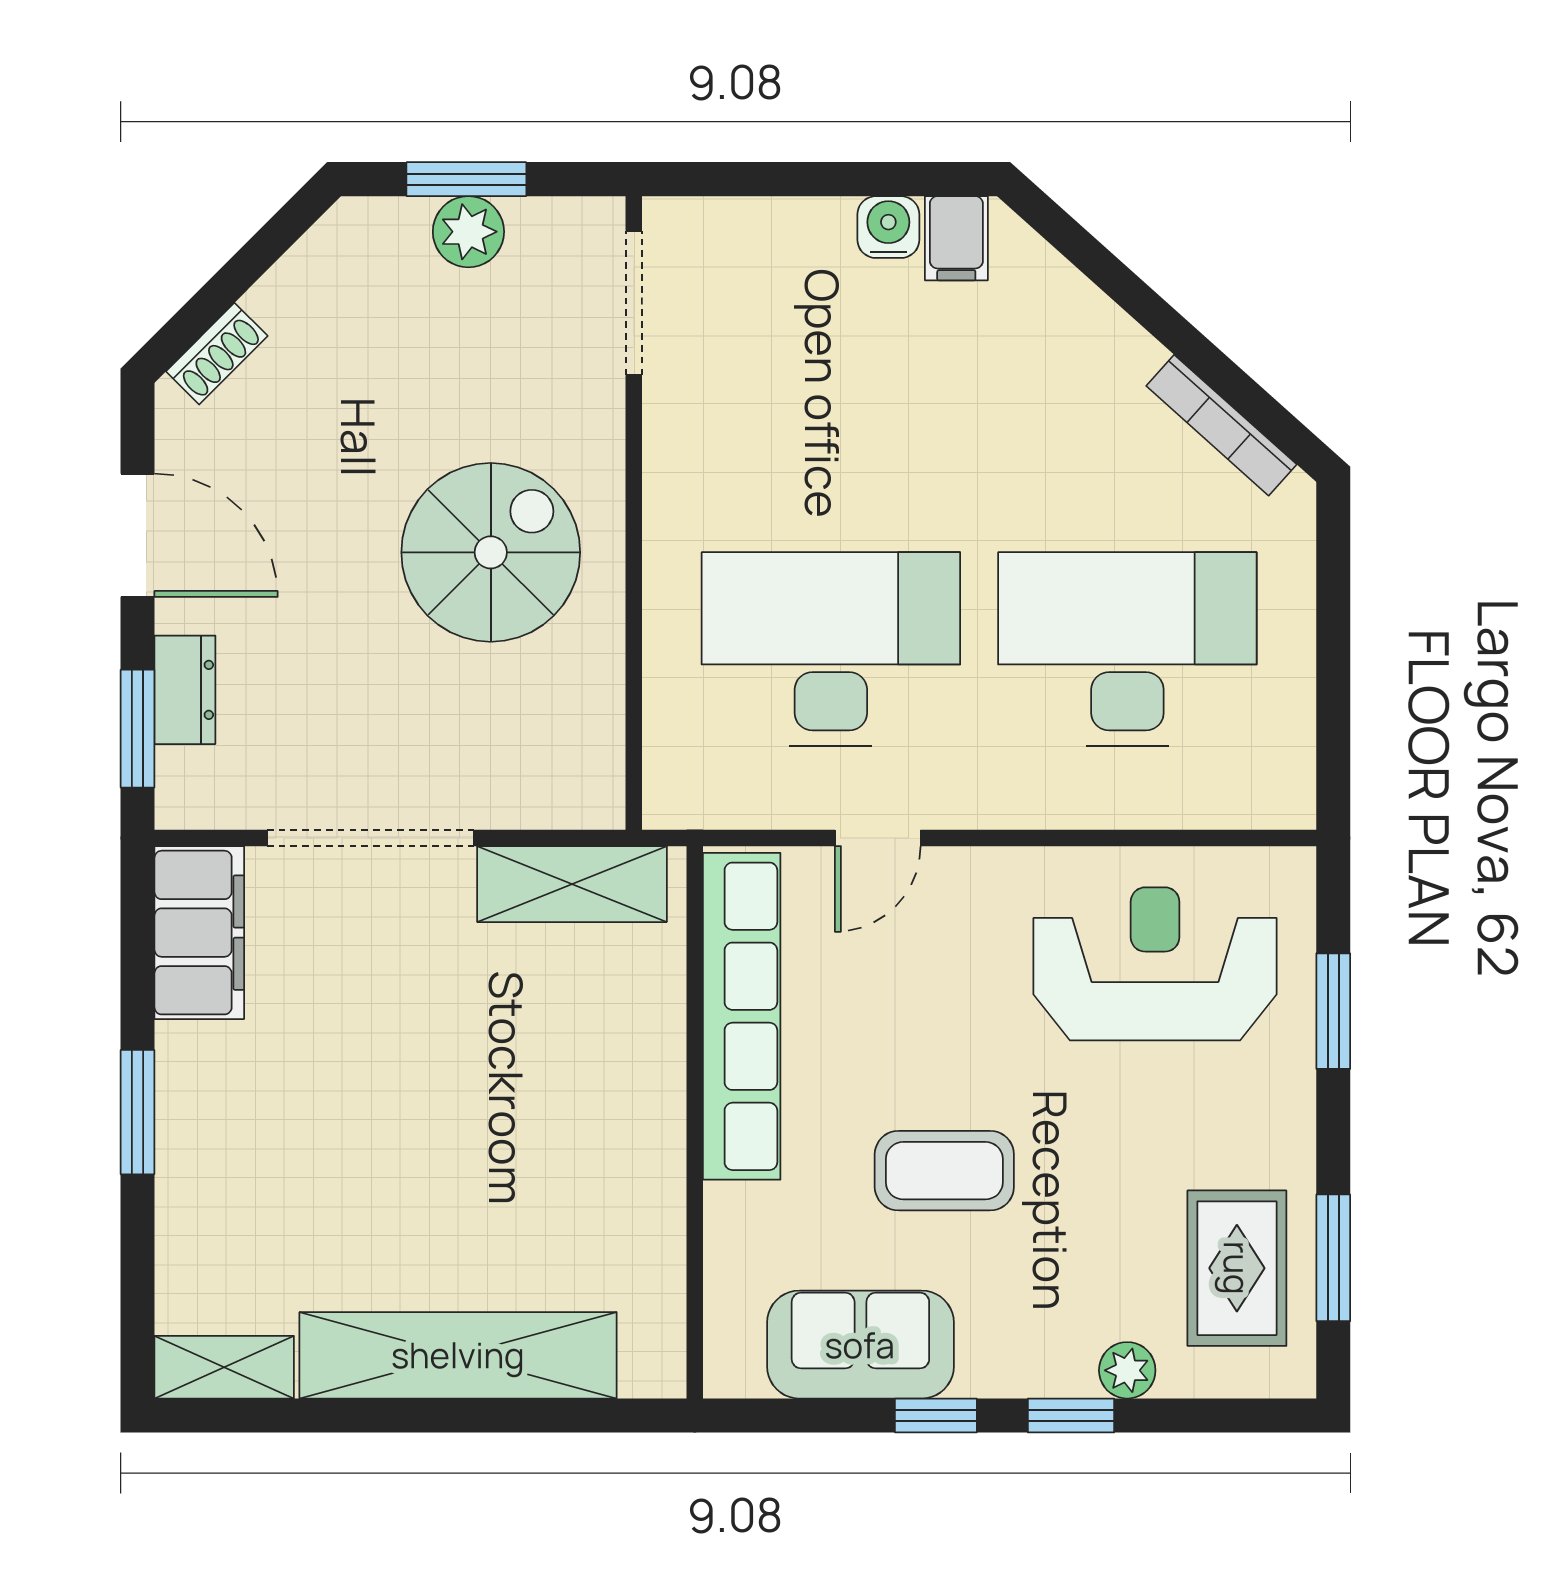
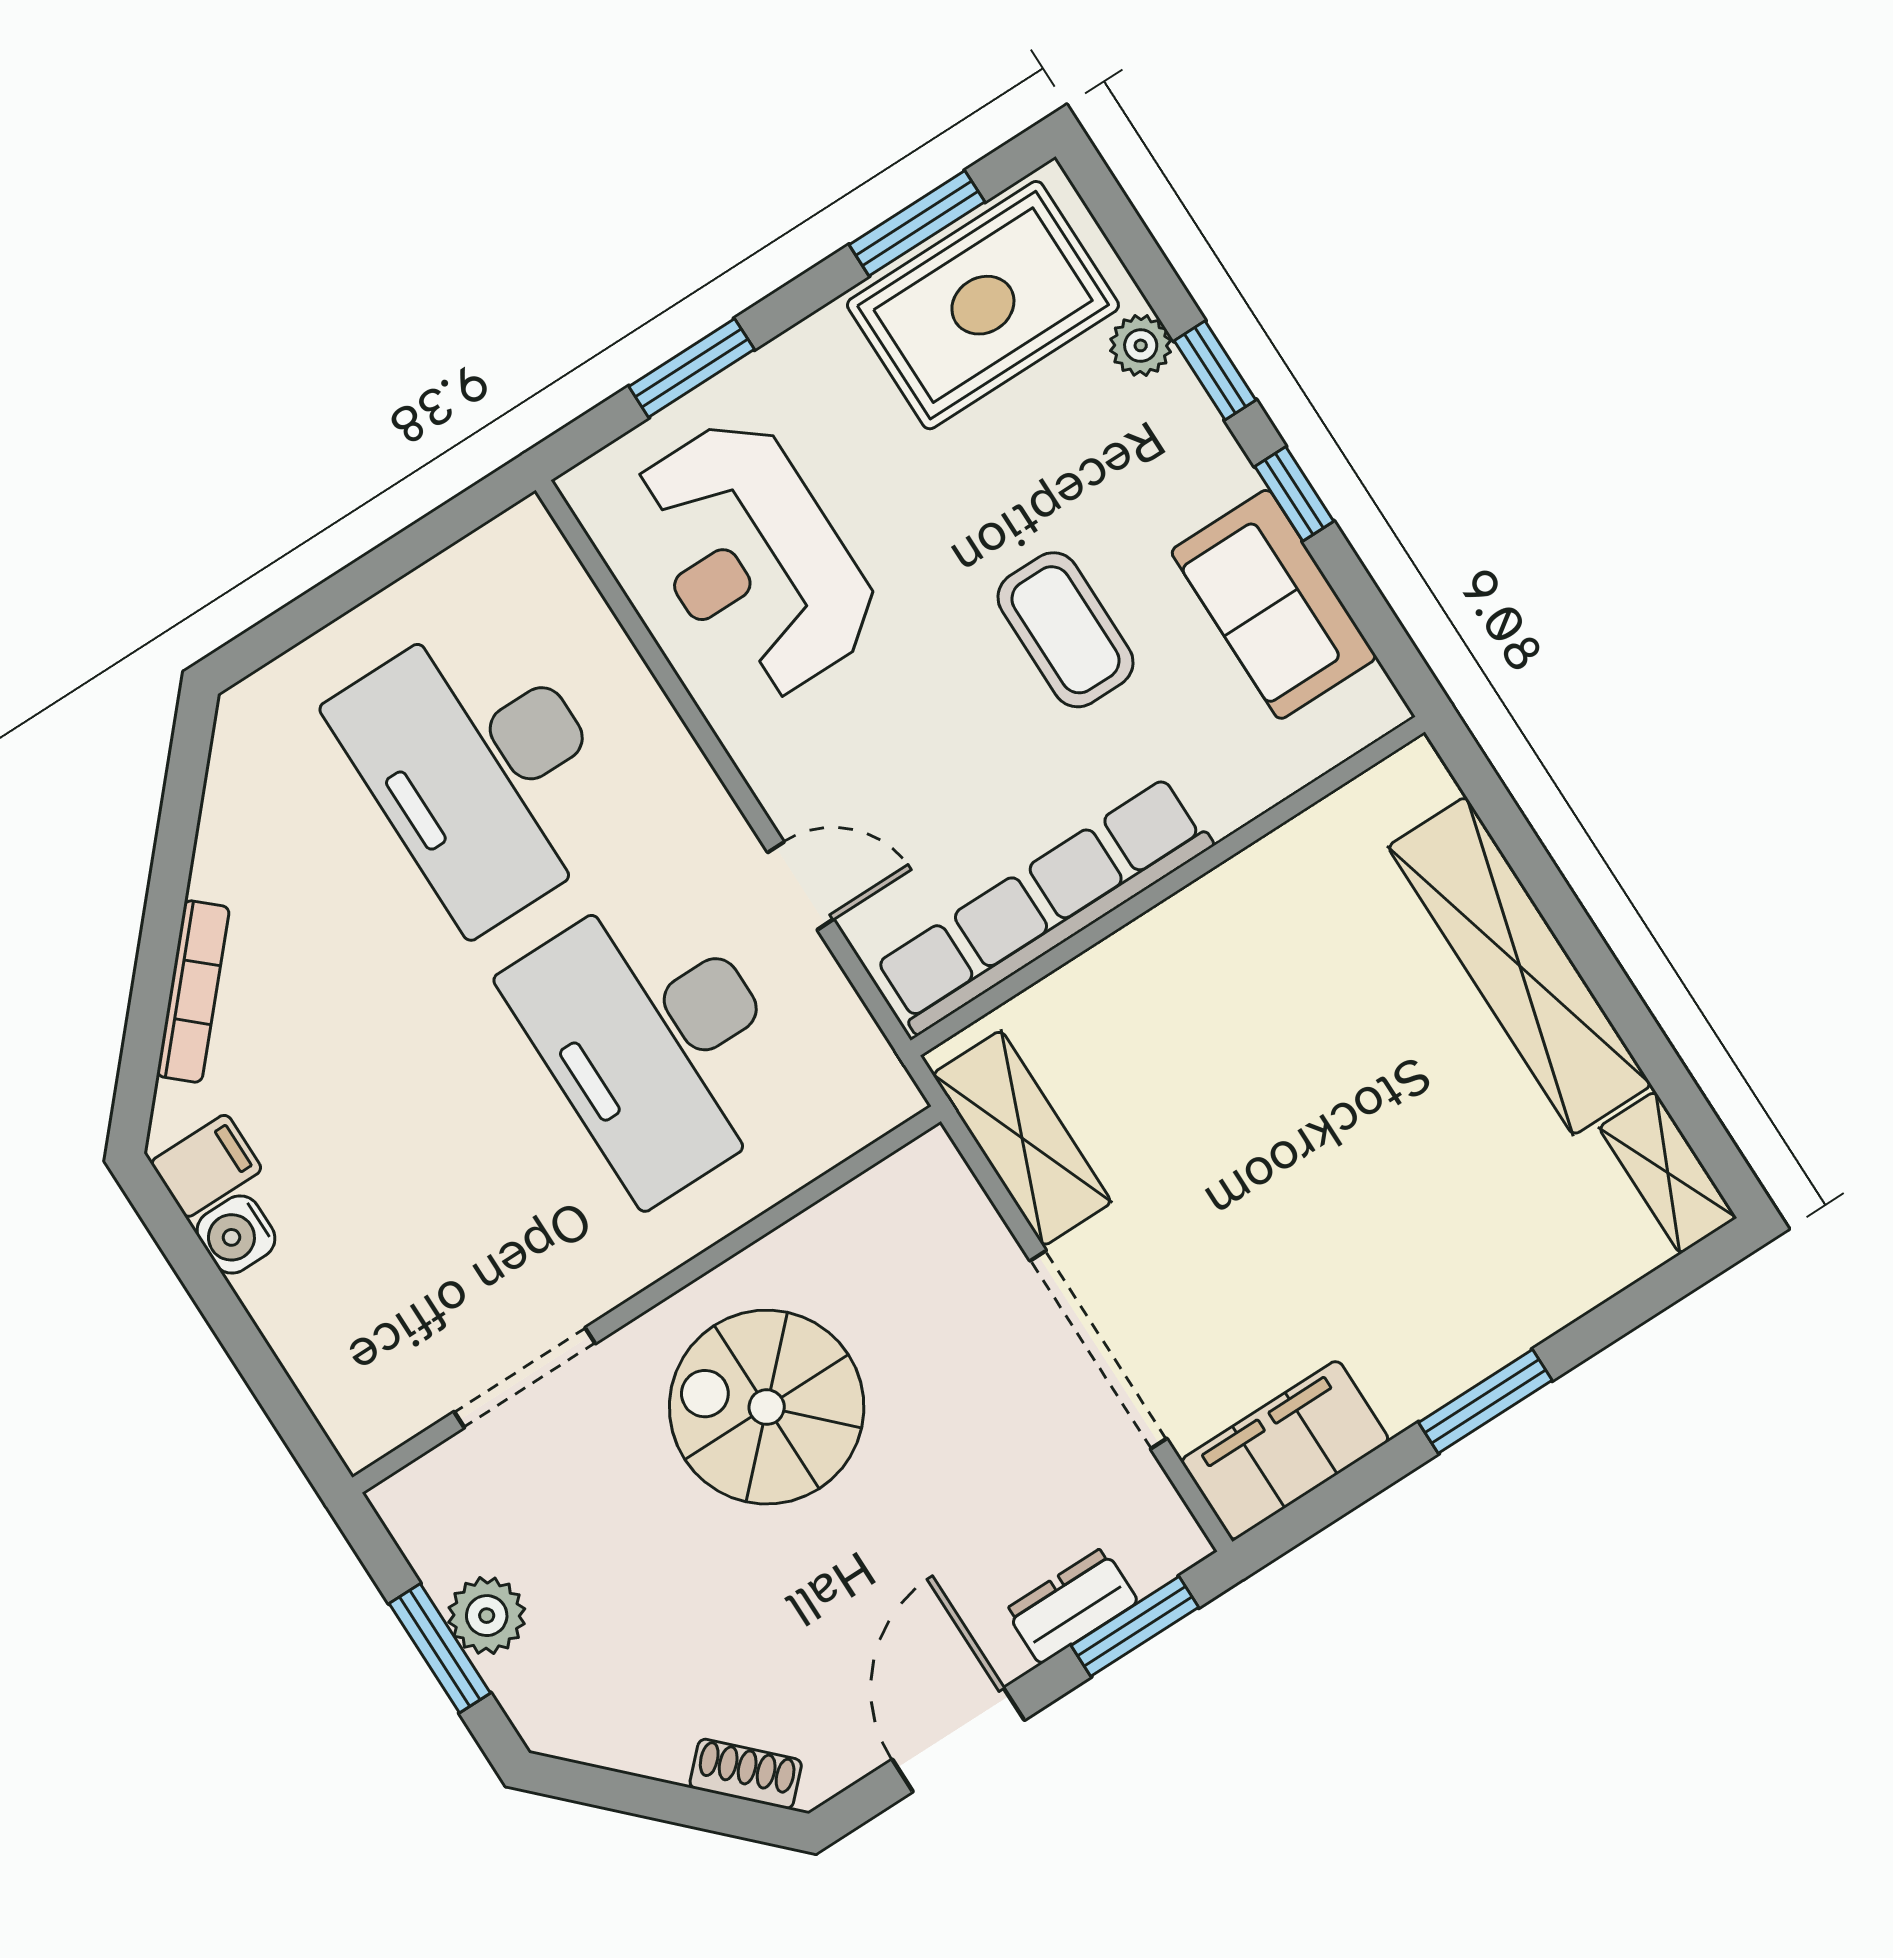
doorway: (634, 303) -> (525, 1378), moved
bookcase: (1221, 425) -> (193, 991), moved
rug: (1237, 1268) -> (983, 305), width x1.36, depth x1.43

